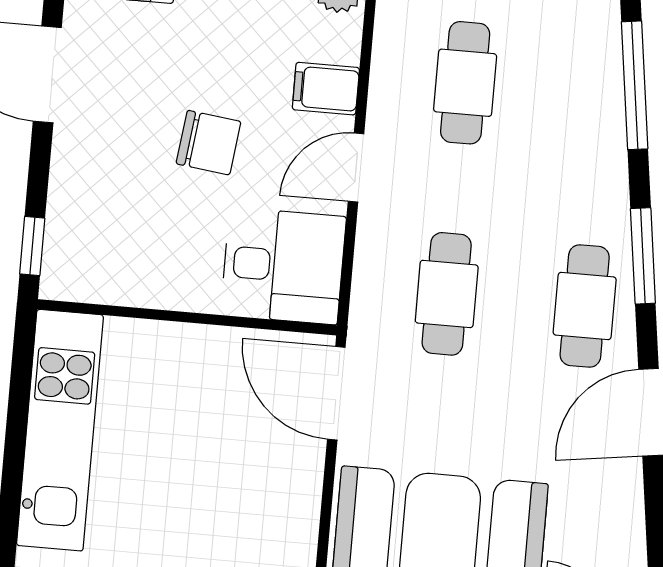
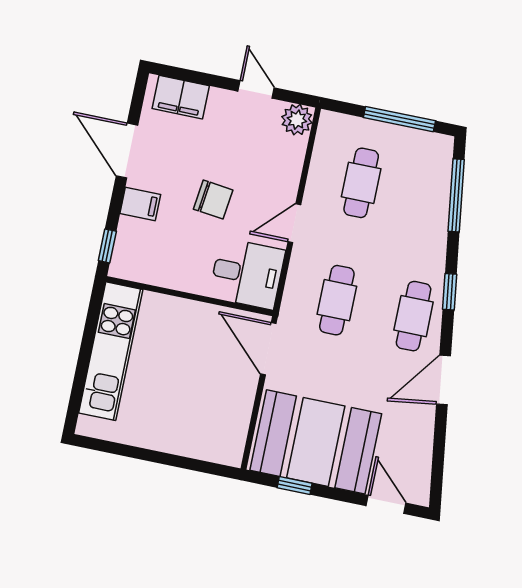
filing cabinet: (326, 89) -> (140, 204), moved, turned 180
window: (643, 256) -> (450, 292), width x0.67

